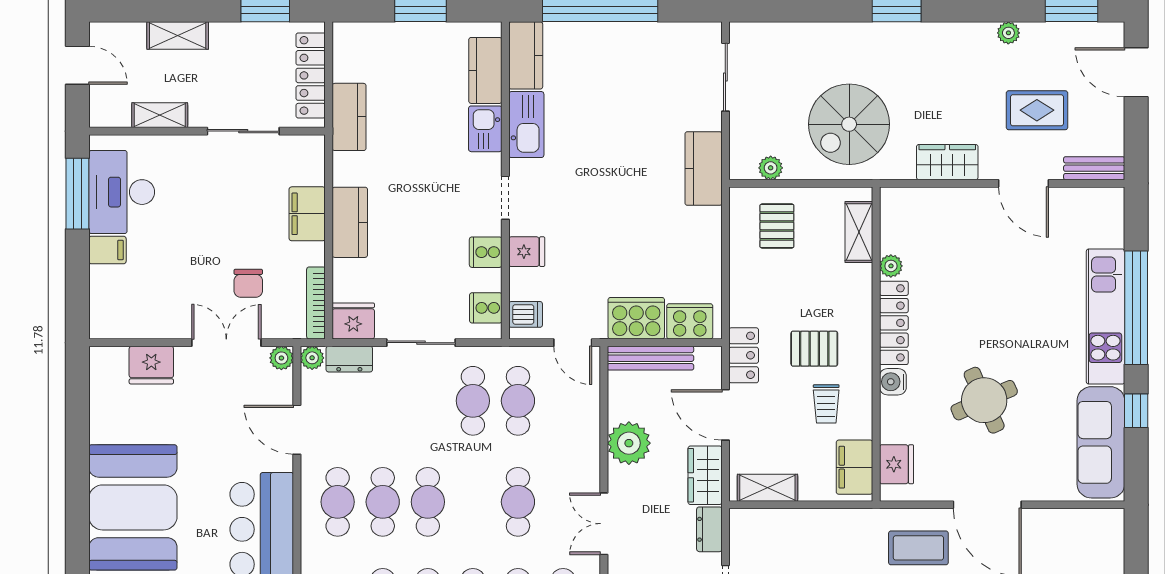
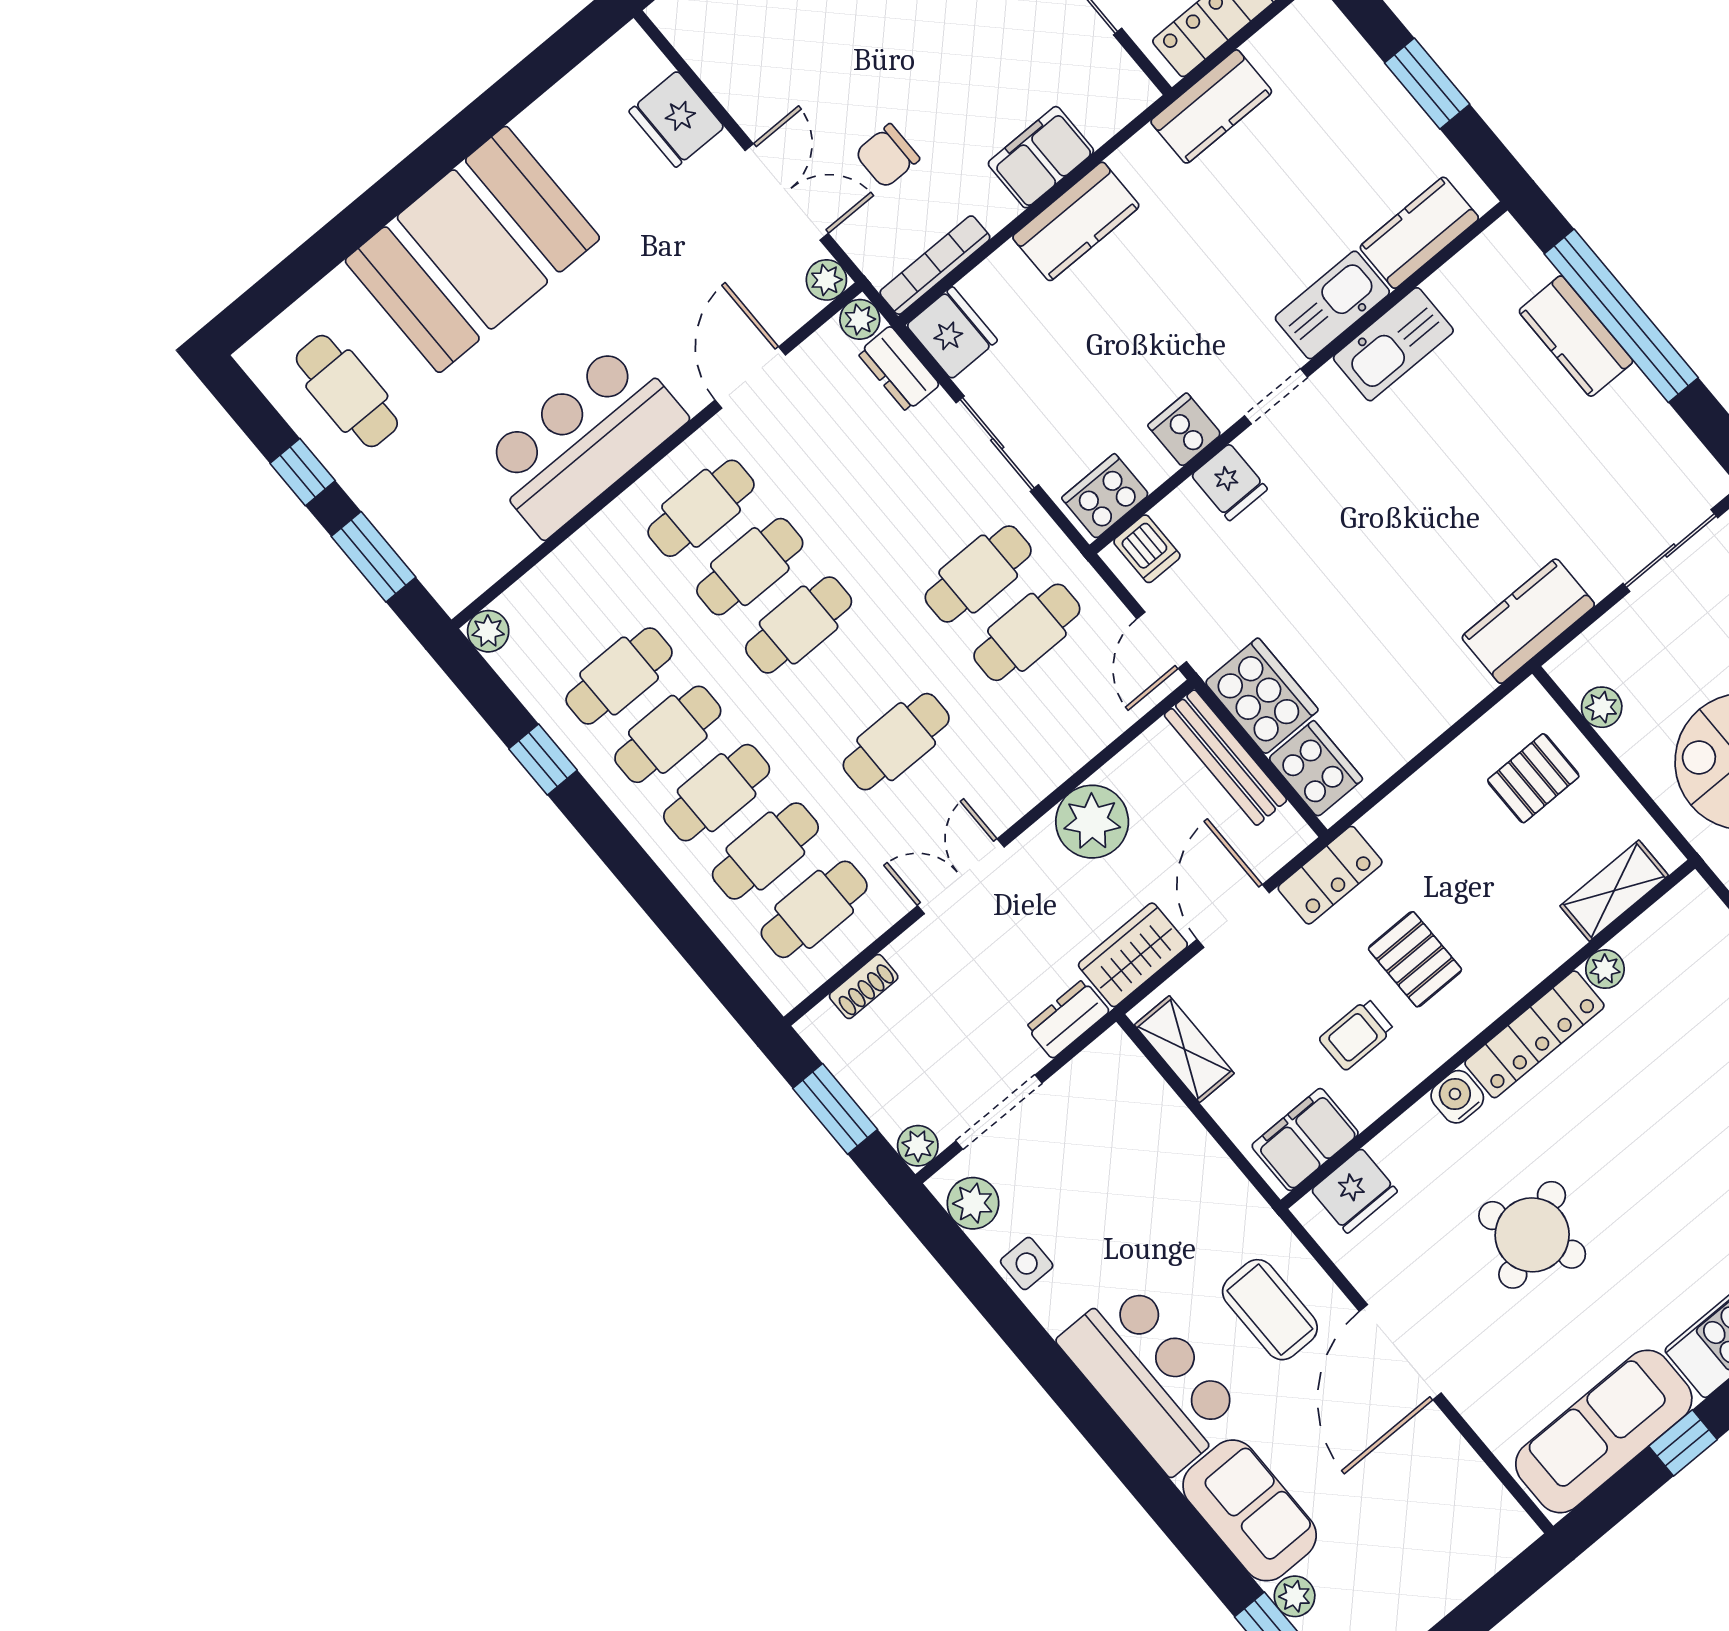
kitchen counter: (526, 55) -> (1576, 336), moved, turned 90
kitchen sink: (485, 129) -> (1332, 305), width x1.38
cooker: (486, 308) -> (1105, 496), width x1.36

